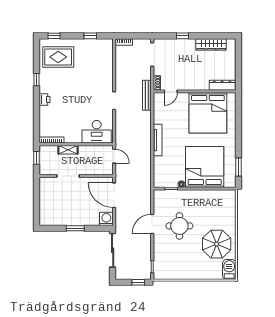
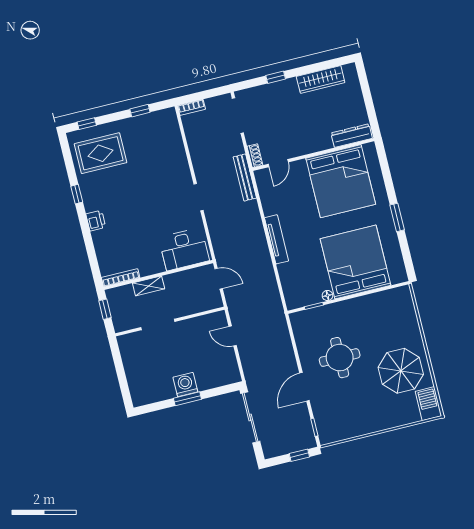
window: (238, 167) -> (397, 217), moved
door: (114, 195) -> (233, 336), width x0.53
washing machine: (106, 219) -> (185, 385), moved
door: (152, 224) -> (304, 387), moved

